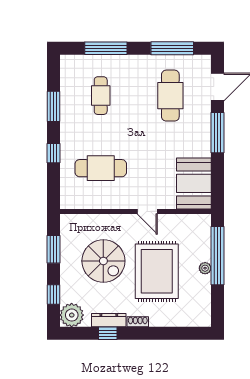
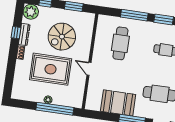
window: (54, 153) -> (134, 15), width x2.17
booth: (194, 183) -> (118, 103), moved
door: (147, 211) -> (89, 69), hinge flipped

